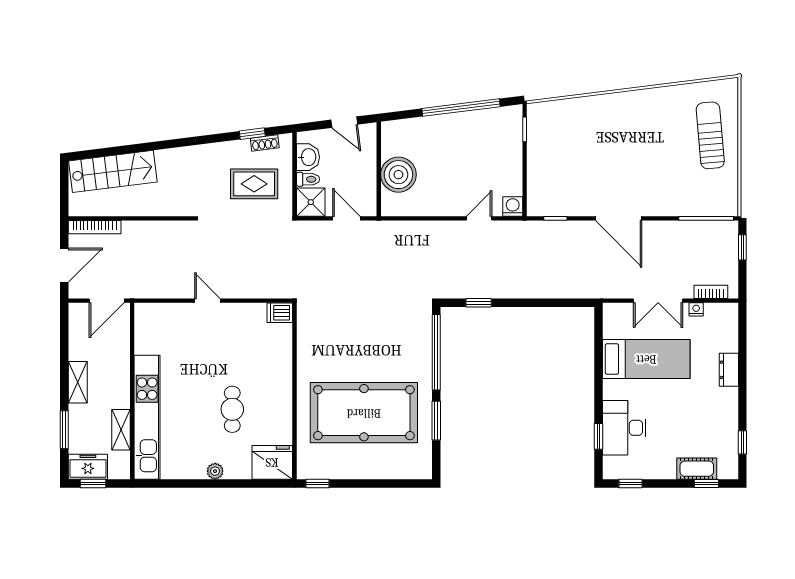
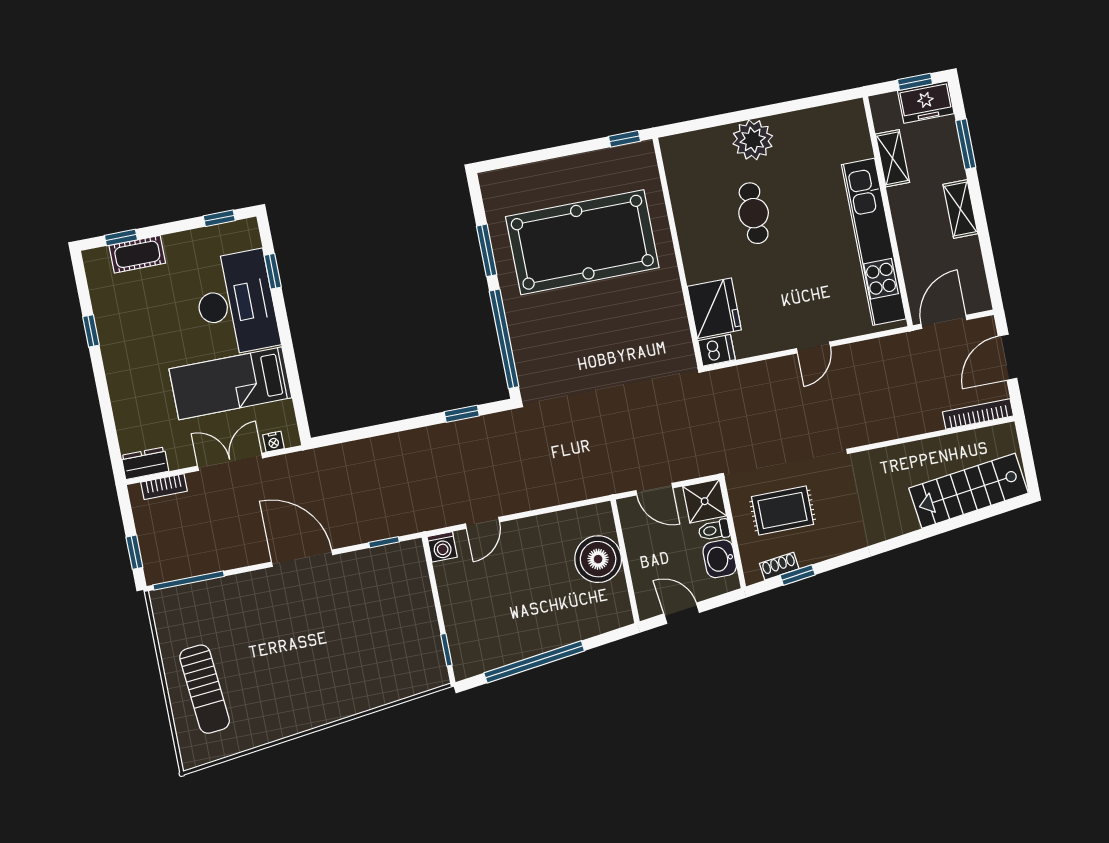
door: (207, 301) -> (813, 347), hinge flipped
nightstand: (696, 309) -> (273, 442), moved
dresser: (729, 370) -> (145, 463), moved, turned -90
kitchen unit: (147, 417) -> (874, 242), moved
desk: (624, 428) -> (236, 303), width x1.36, depth x1.30
window: (742, 442) -> (91, 331), moved
fridge: (272, 462) -> (714, 308), moved, turned -90
plant: (215, 471) -> (753, 140), width x1.87, depth x1.87

